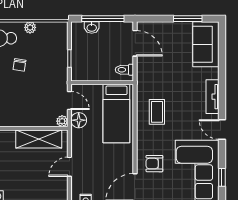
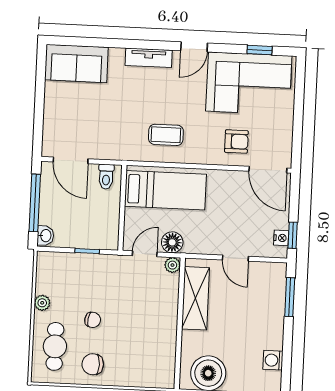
window: (188, 19) -> (40, 87), removed
washbasin: (92, 27) -> (45, 236), moved
door: (135, 43) -> (71, 160), swing flipped
armchair: (154, 164) -> (236, 141), turned -90

